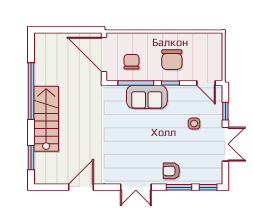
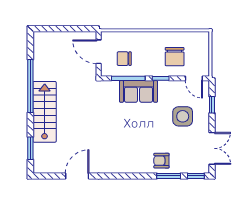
door: (104, 54) -> (99, 52), width x0.73
chair: (172, 60) -> (175, 57), moved
chair: (131, 62) -> (124, 59), turned -90
side table: (194, 124) -> (183, 116), width x1.87, depth x1.87
double door: (225, 144) -> (212, 148), moved
double door: (136, 187) -> (128, 176), removed

